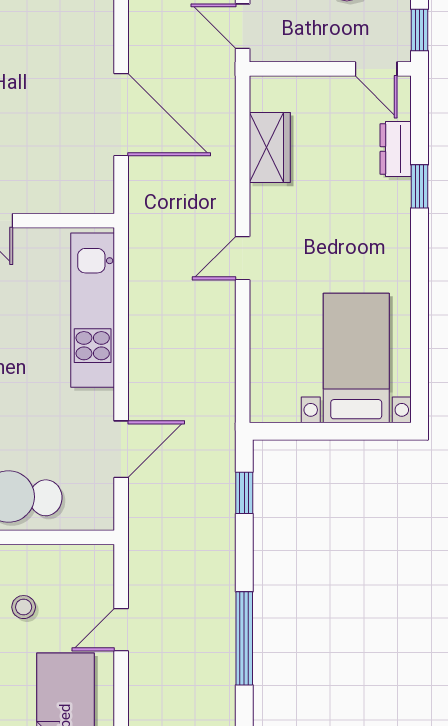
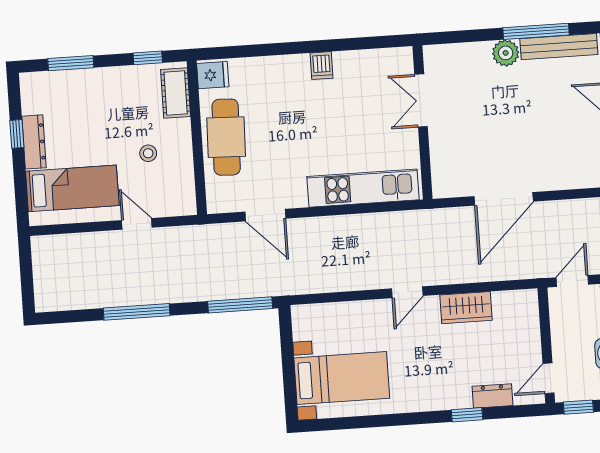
wardrobe: (270, 148) -> (466, 308), moved
door: (243, 258) -> (407, 292), swing flipped
window: (244, 493) -> (240, 305), width x2.17

